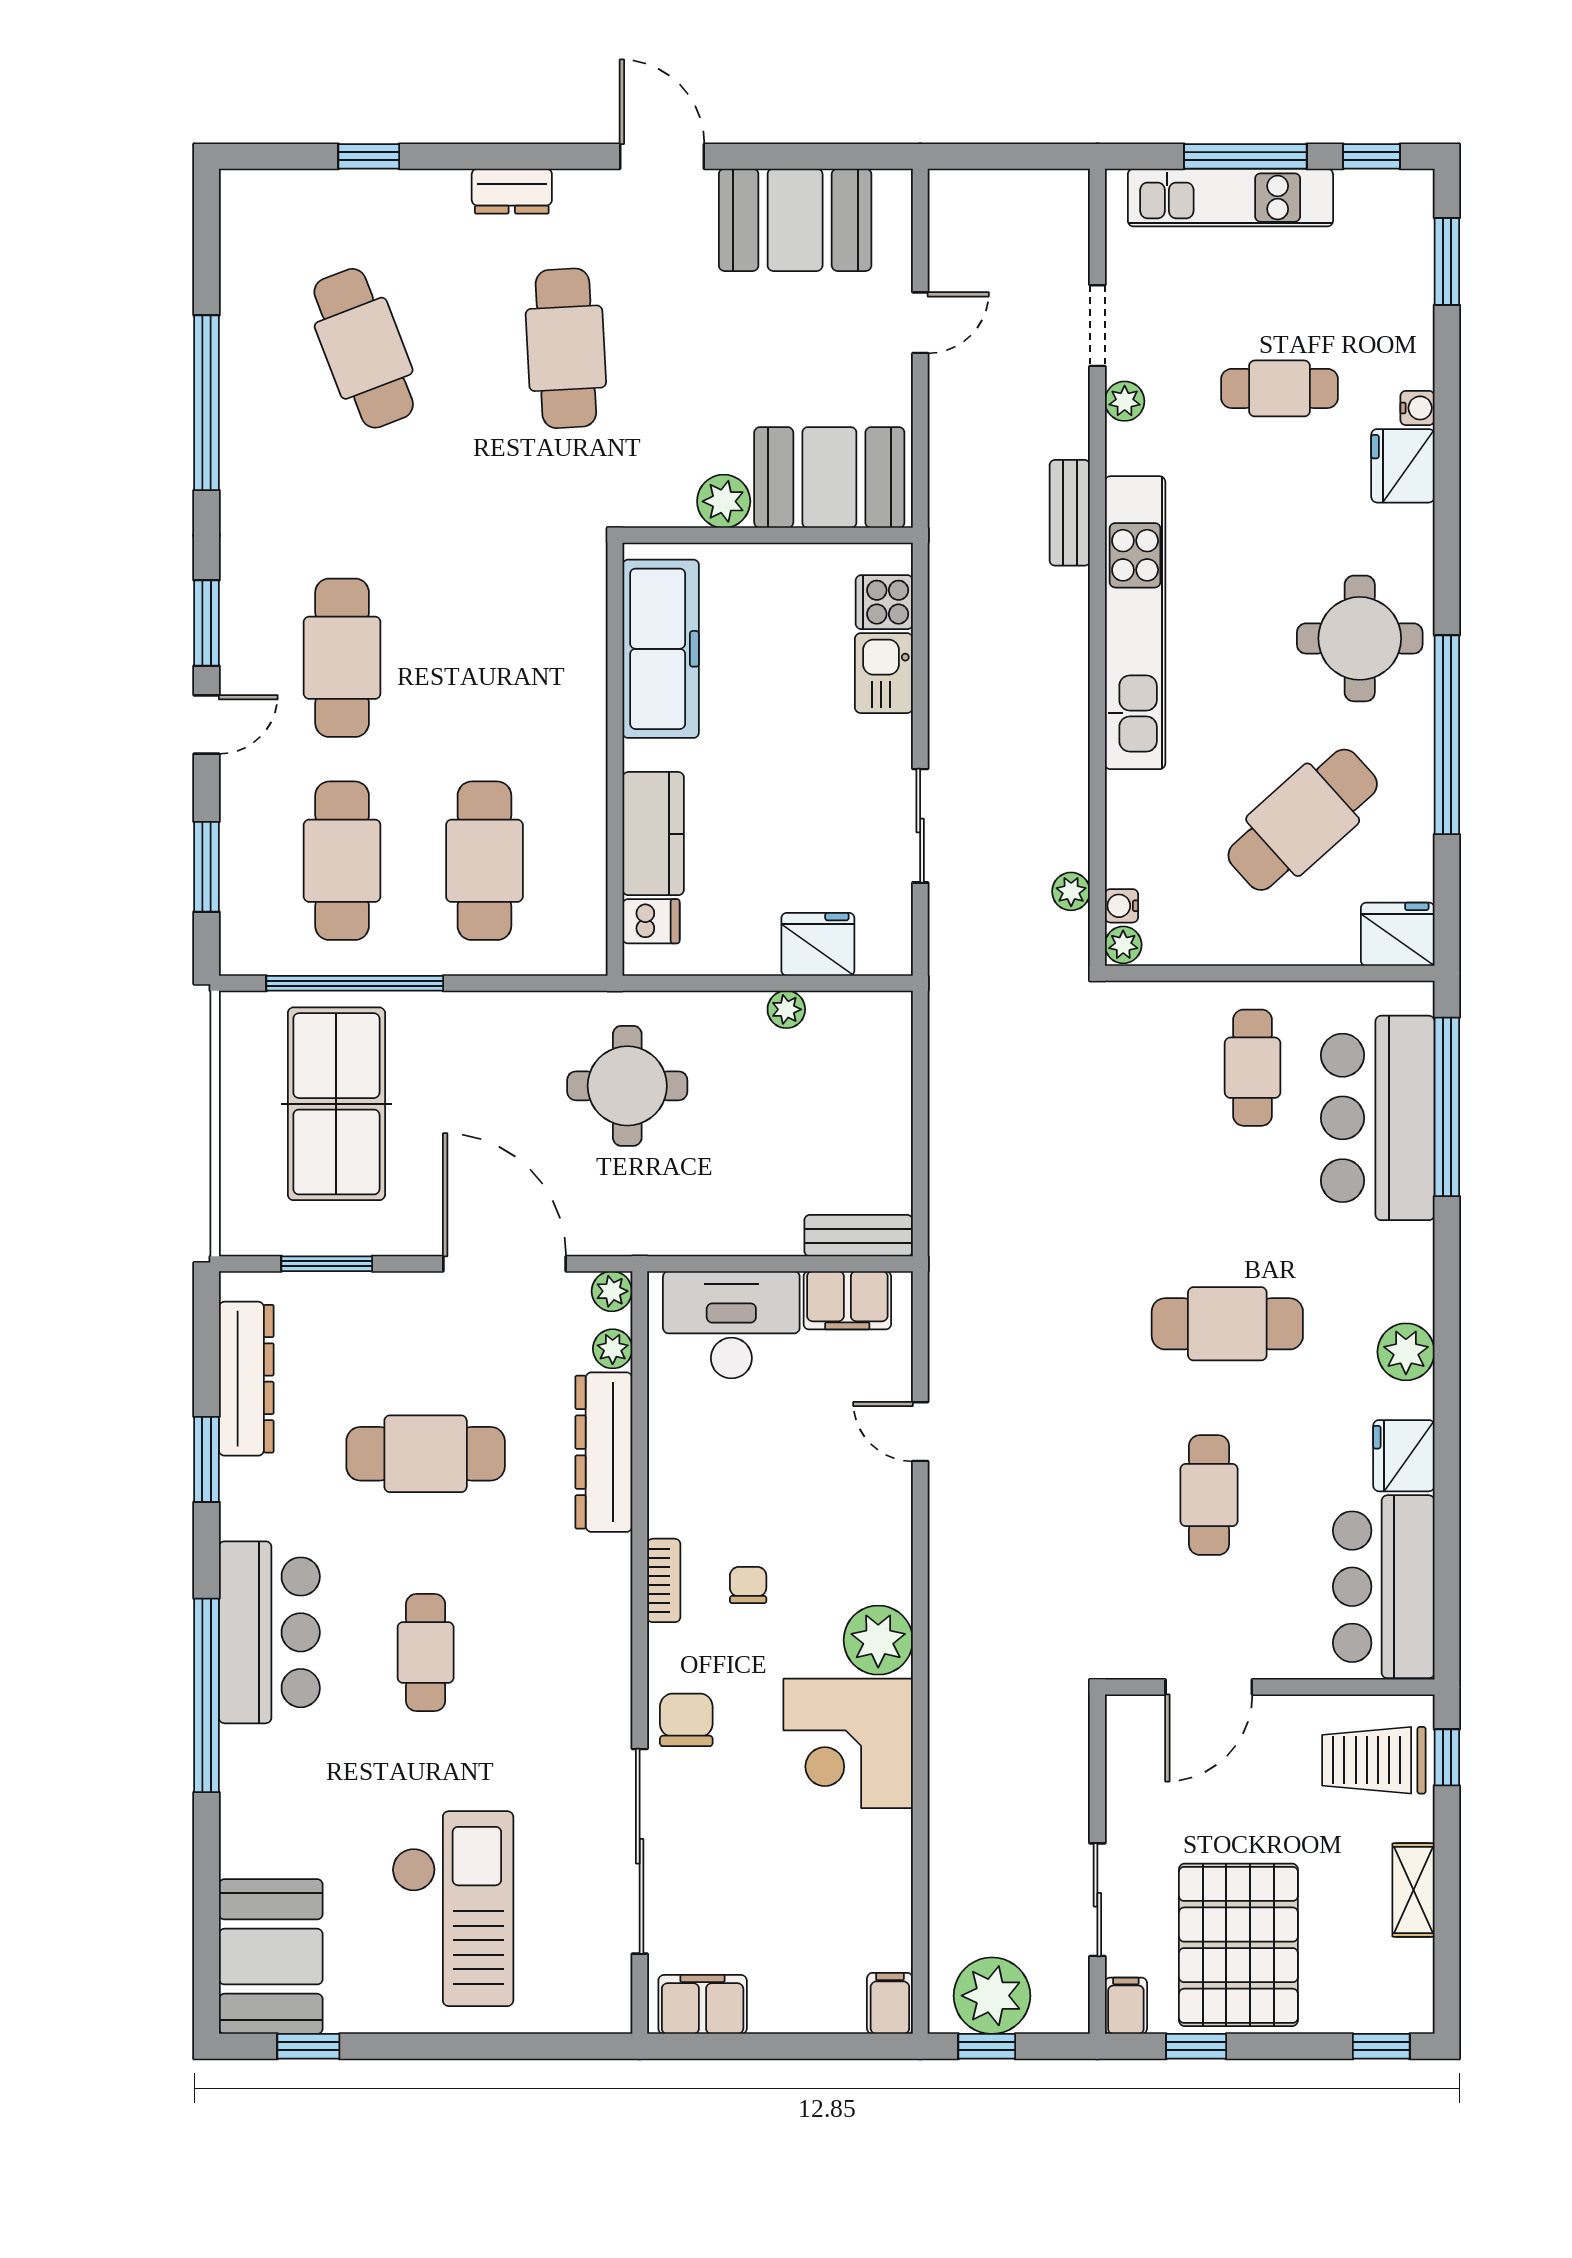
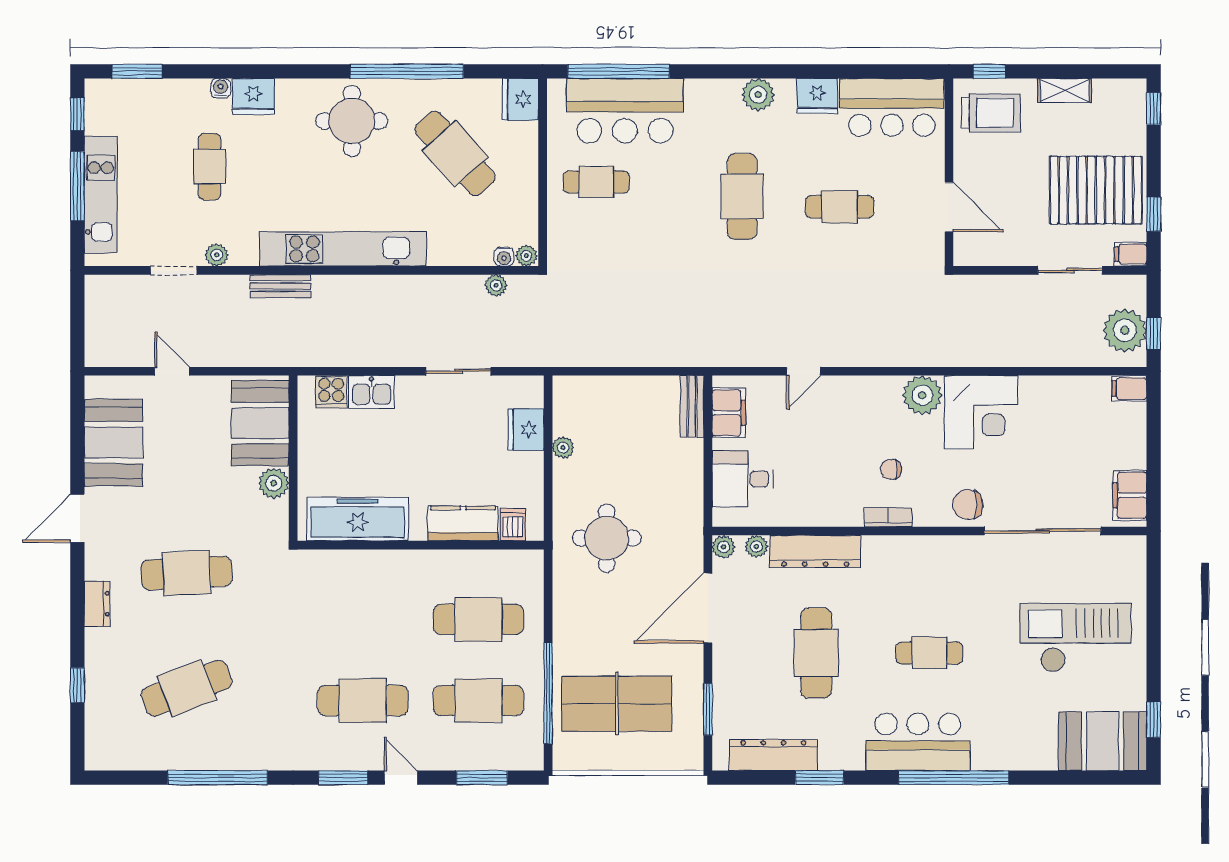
desk: (731, 1325) -> (743, 479), width x0.73
trolley: (1374, 1760) -> (991, 113), turned -90

